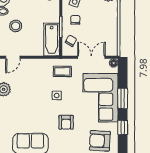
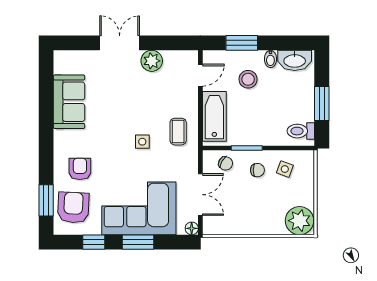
bathtub: (52, 39) -> (214, 116), moved, turned 90
door: (13, 57) -> (200, 75), swing flipped
coffee table: (62, 71) -> (178, 132), moved
armchair: (66, 122) -> (80, 169), moved, turned 90

